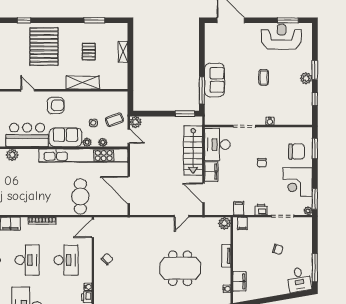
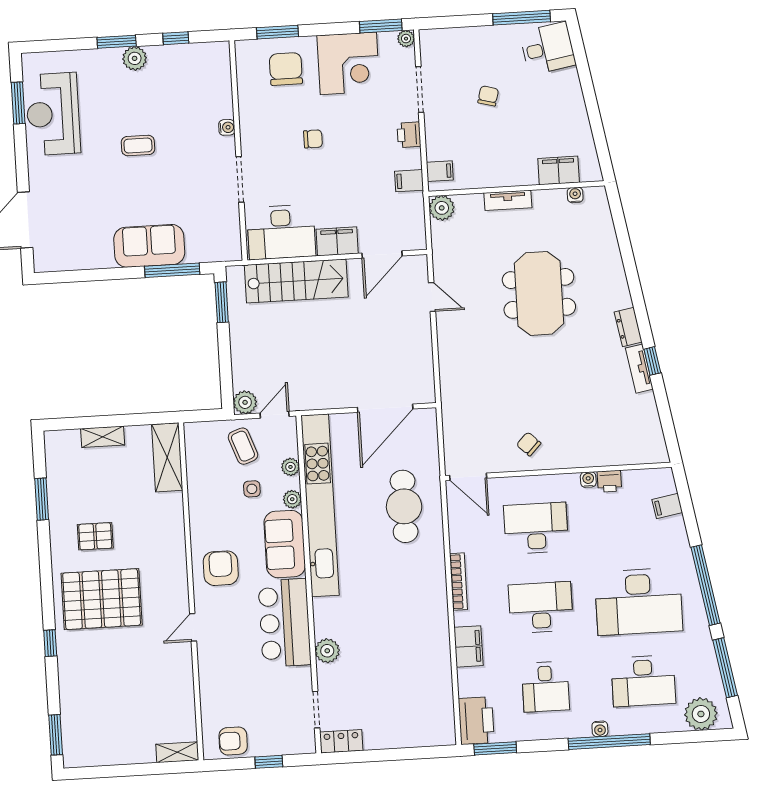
pallet: (89, 52) -> (95, 536), moved
shelving: (83, 83) -> (167, 457), moved
cafe table: (80, 196) -> (404, 506), turned 90

